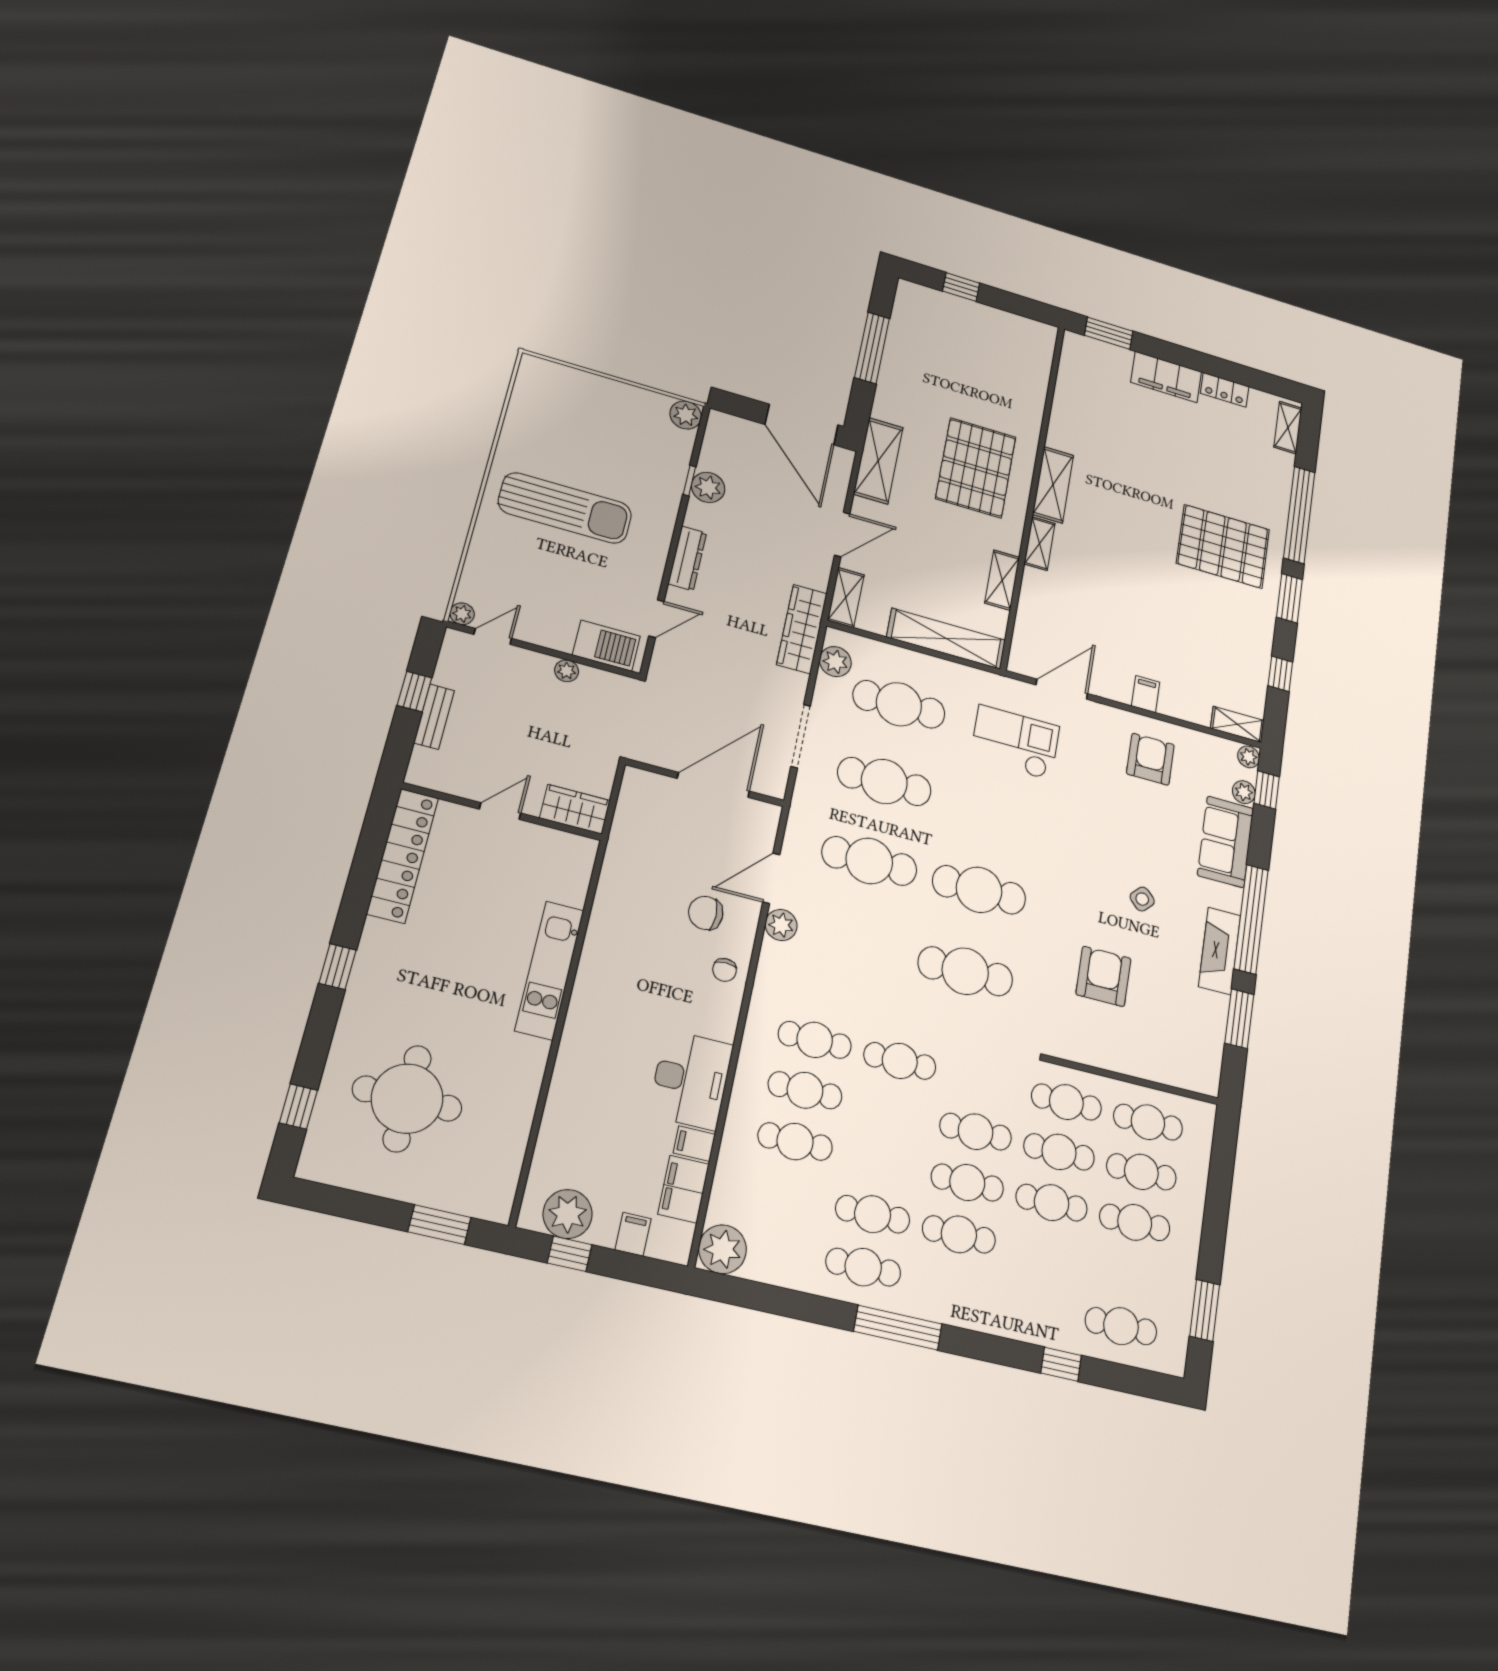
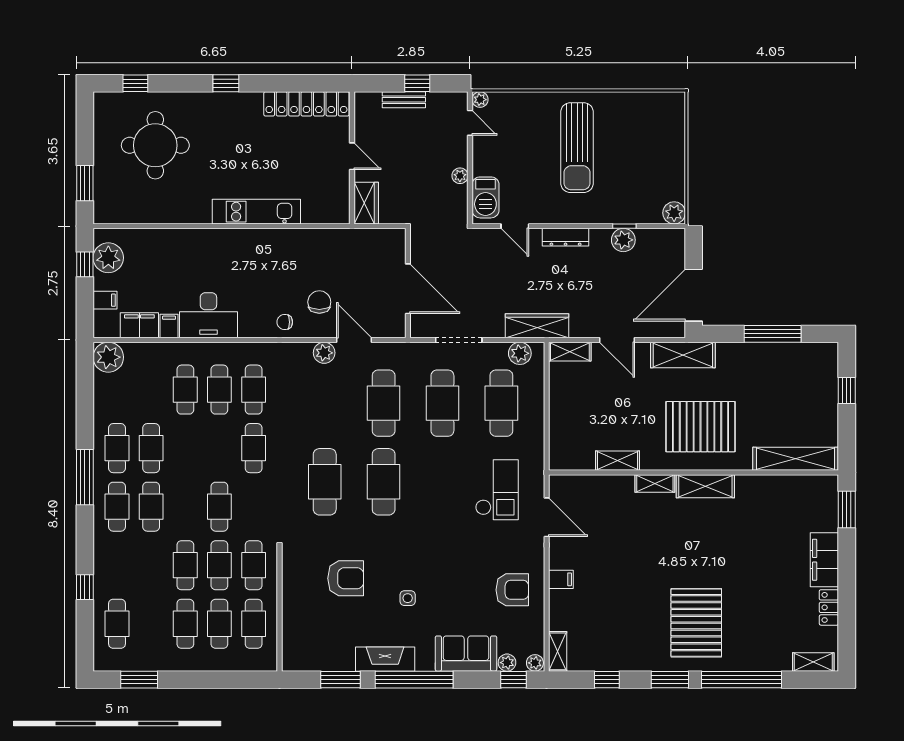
shelving: (946, 639) -> (795, 459), moved, turned 90
side table: (1142, 899) -> (408, 598), turned 45
cafe table: (967, 1183) -> (117, 507), moved

